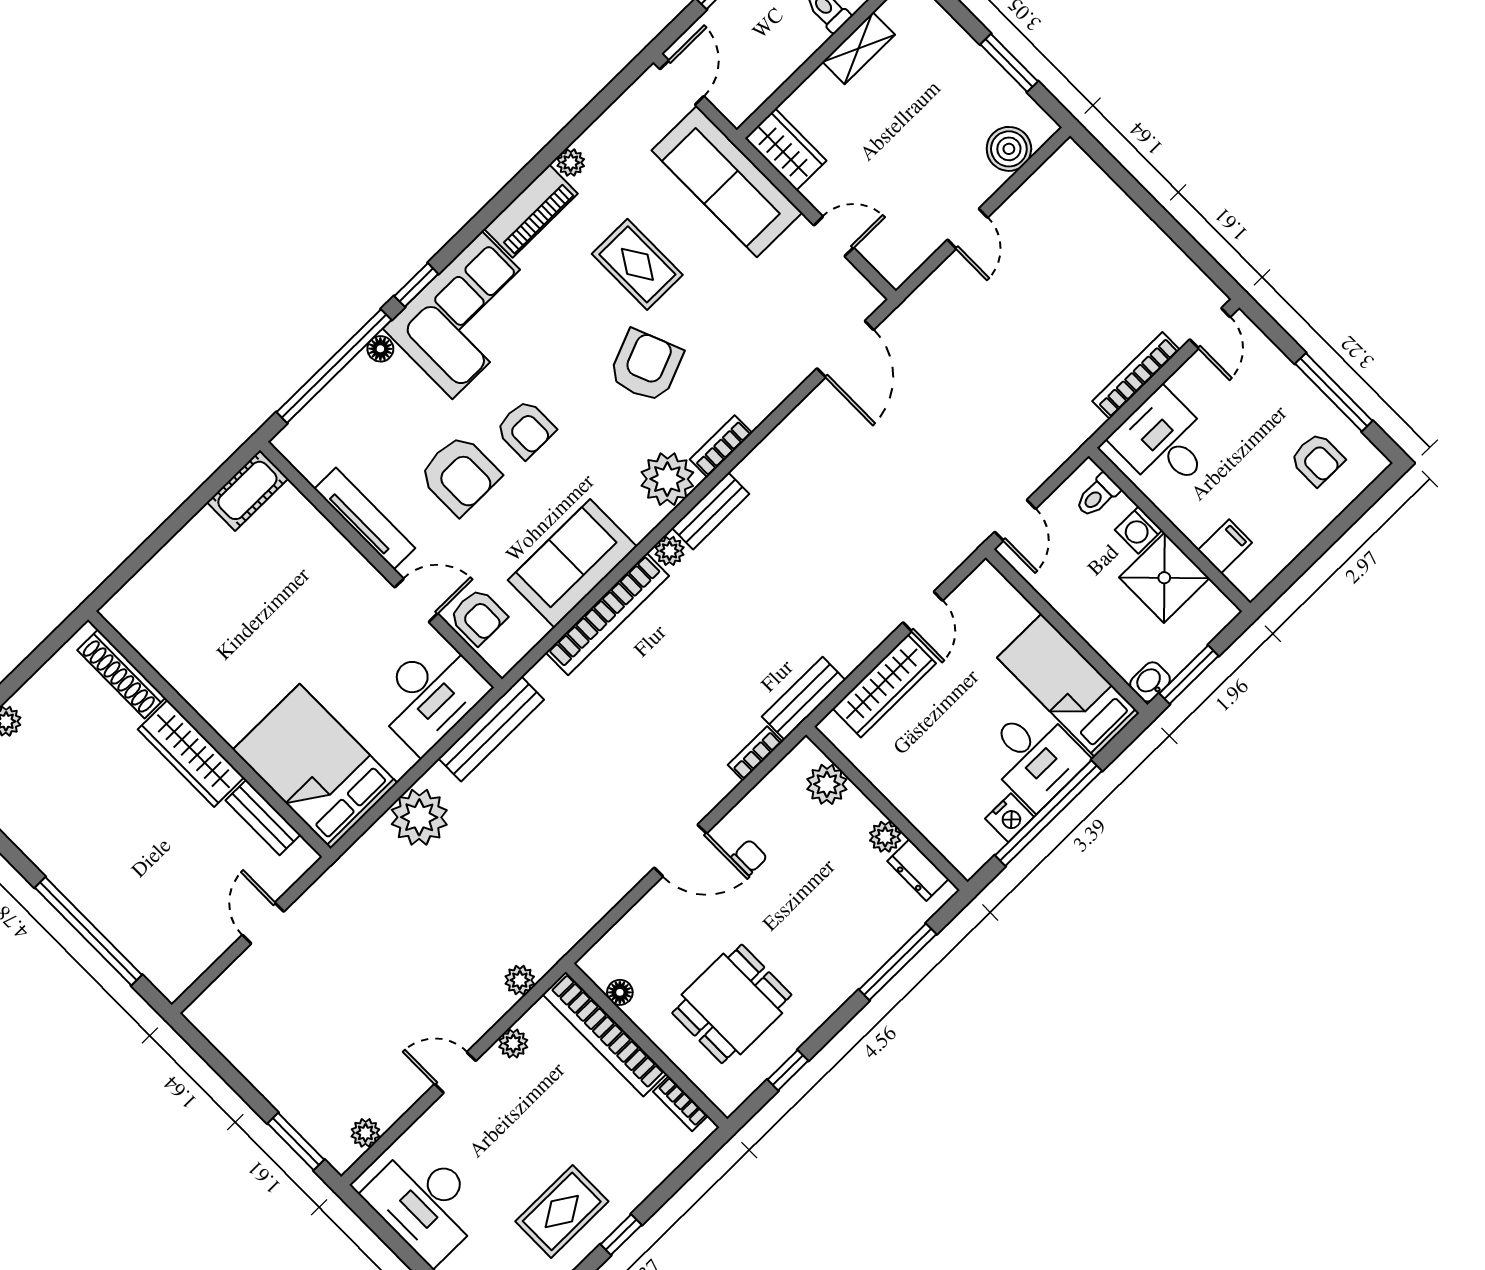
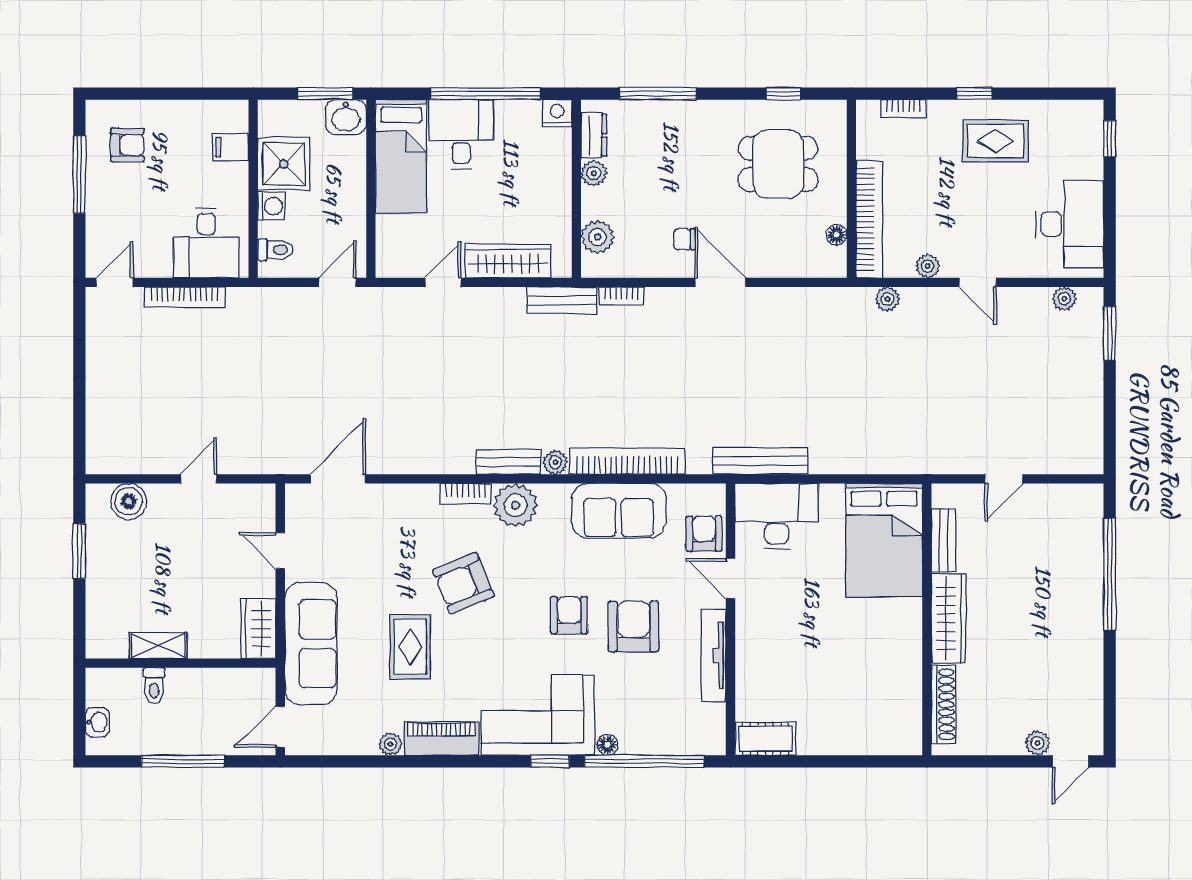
armchair: (1317, 459) -> (127, 145), turned 90
washbasin: (1150, 682) -> (346, 117), width x1.38, depth x1.45
plant: (419, 817) -> (853, 451), removed
nightstand: (1010, 818) -> (557, 113), moved
bookcase: (680, 1104) -> (904, 109), moved, turned 90

